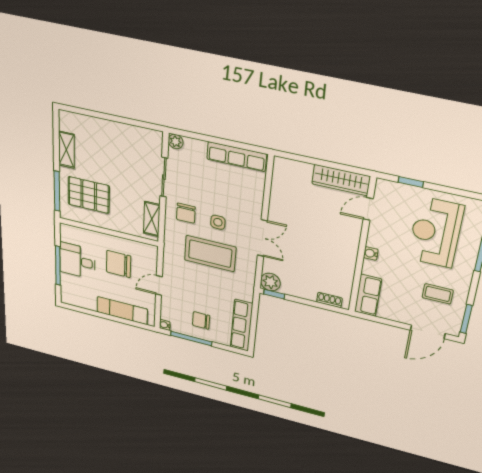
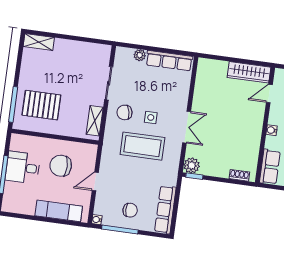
plant: (176, 142) -> (140, 55), moved
shelving: (66, 150) -> (39, 42), moved, turned 90
chair: (186, 213) -> (124, 112), turned 78
chair: (201, 320) -> (130, 210), turned 180

